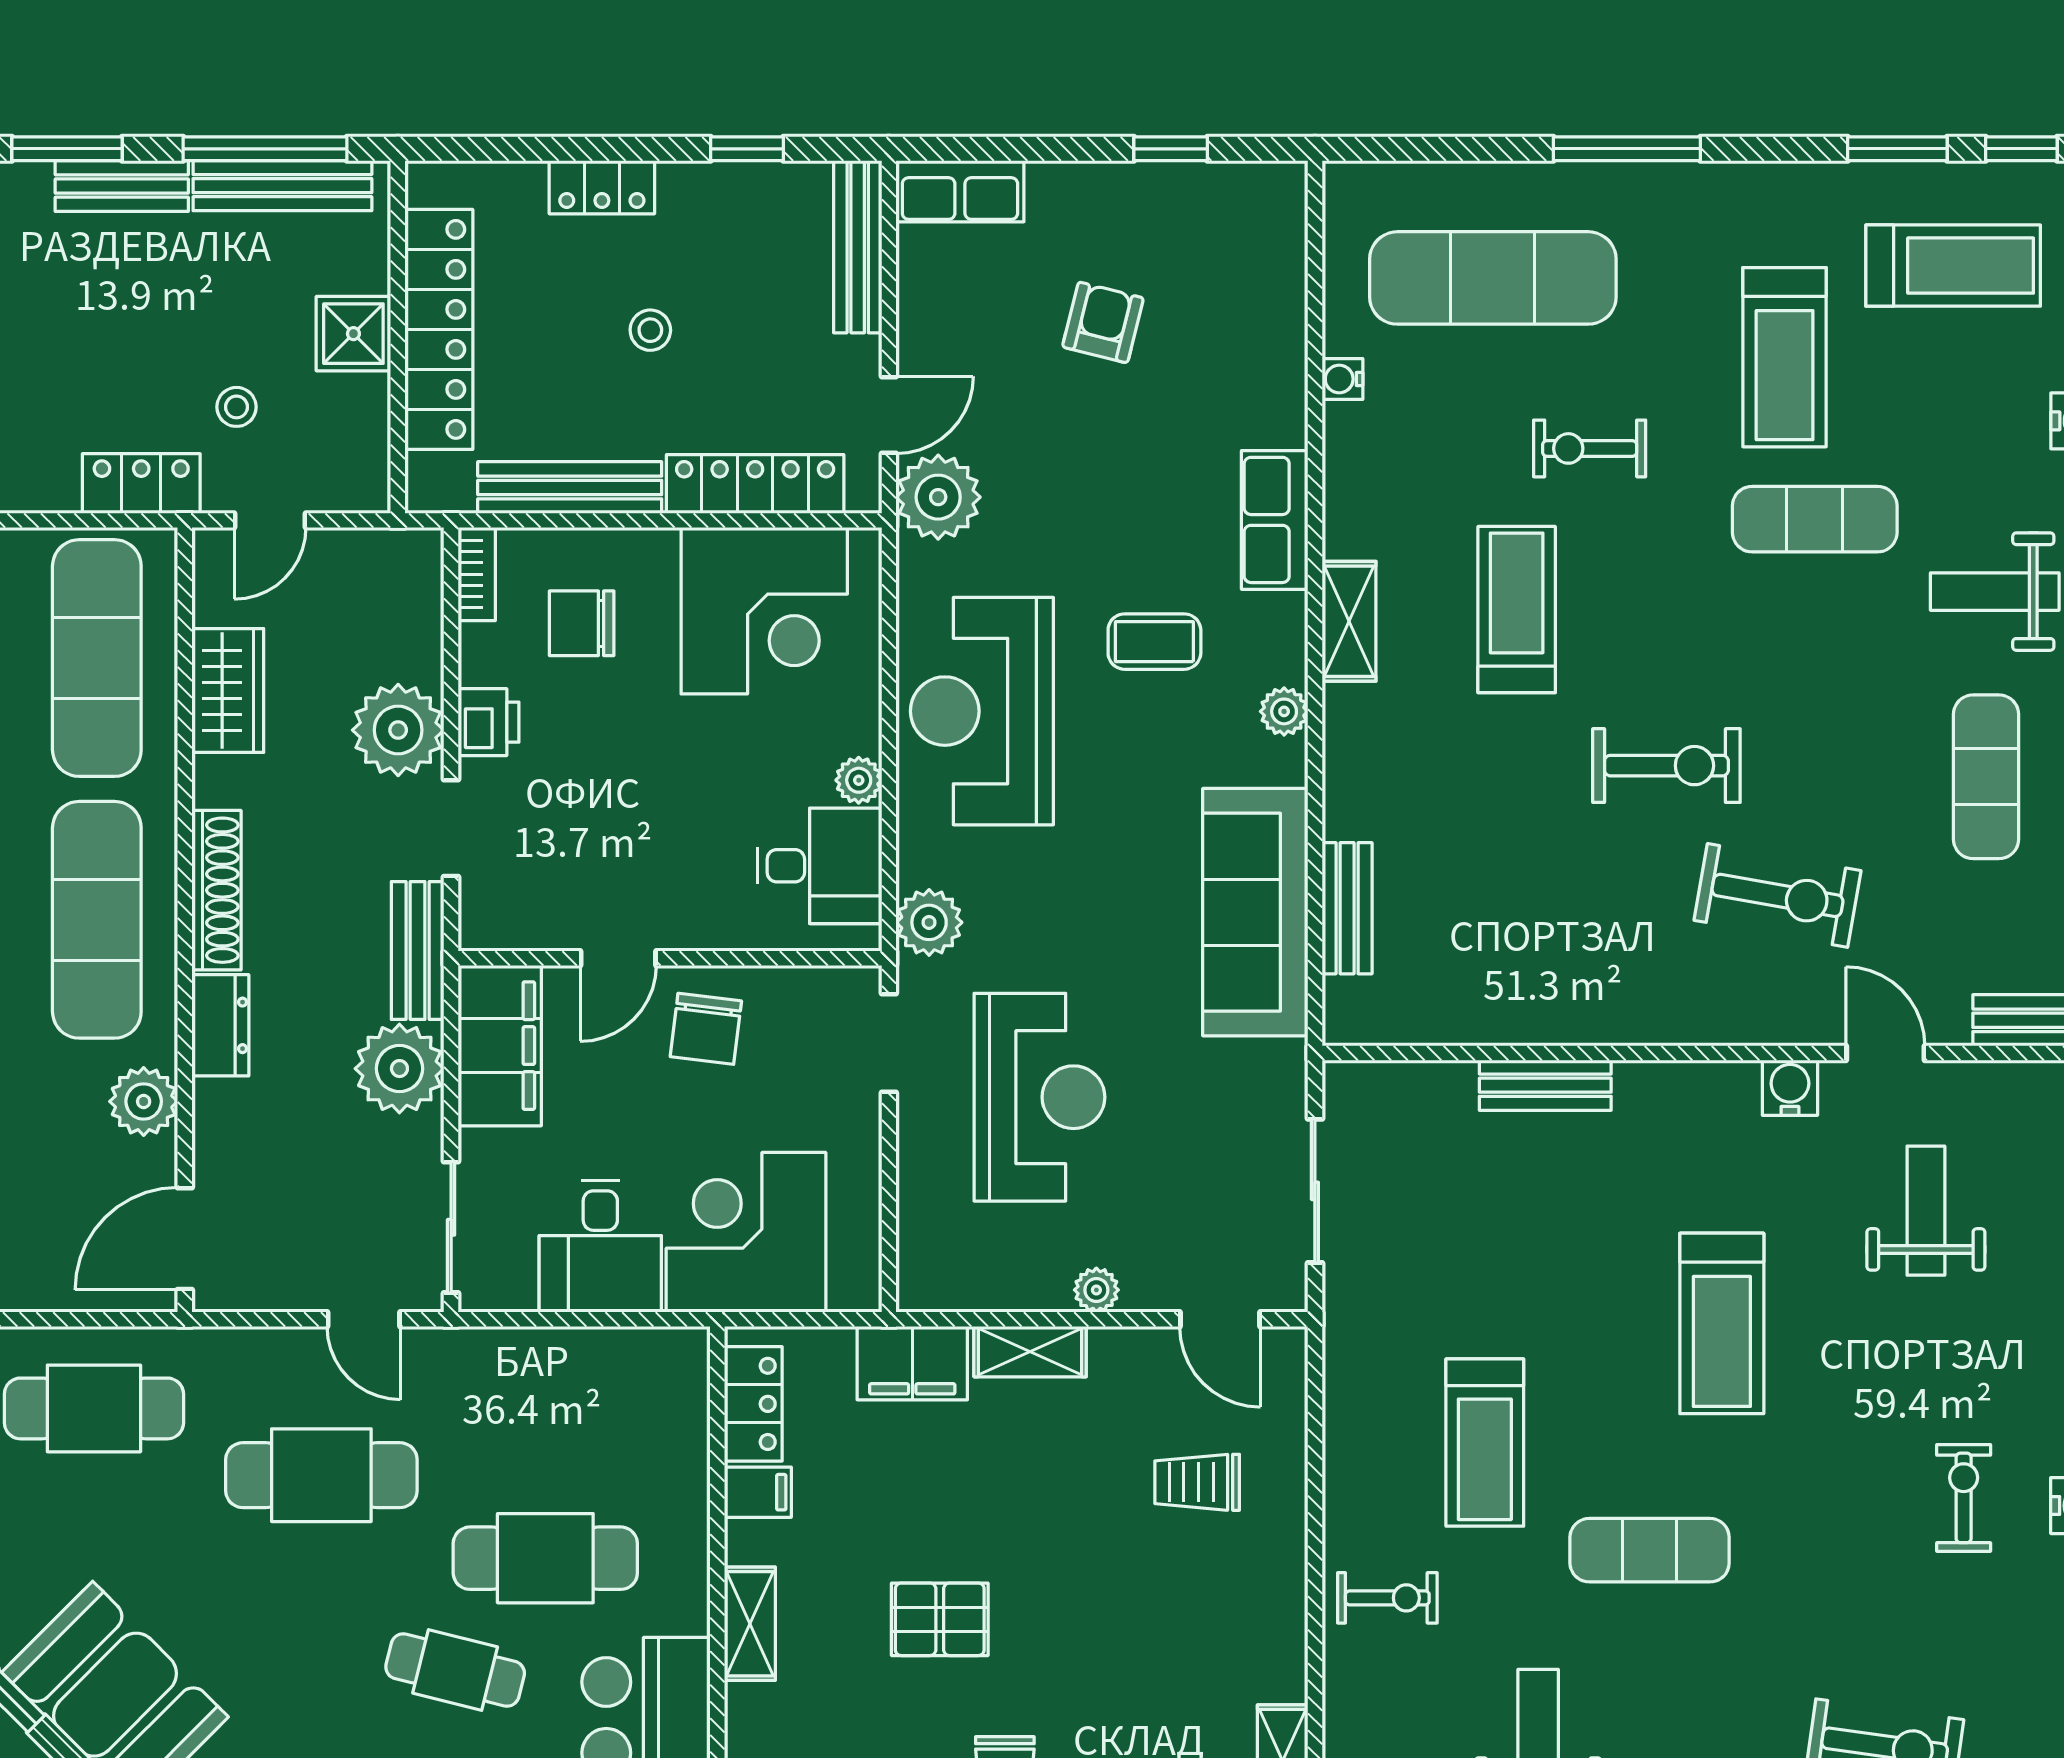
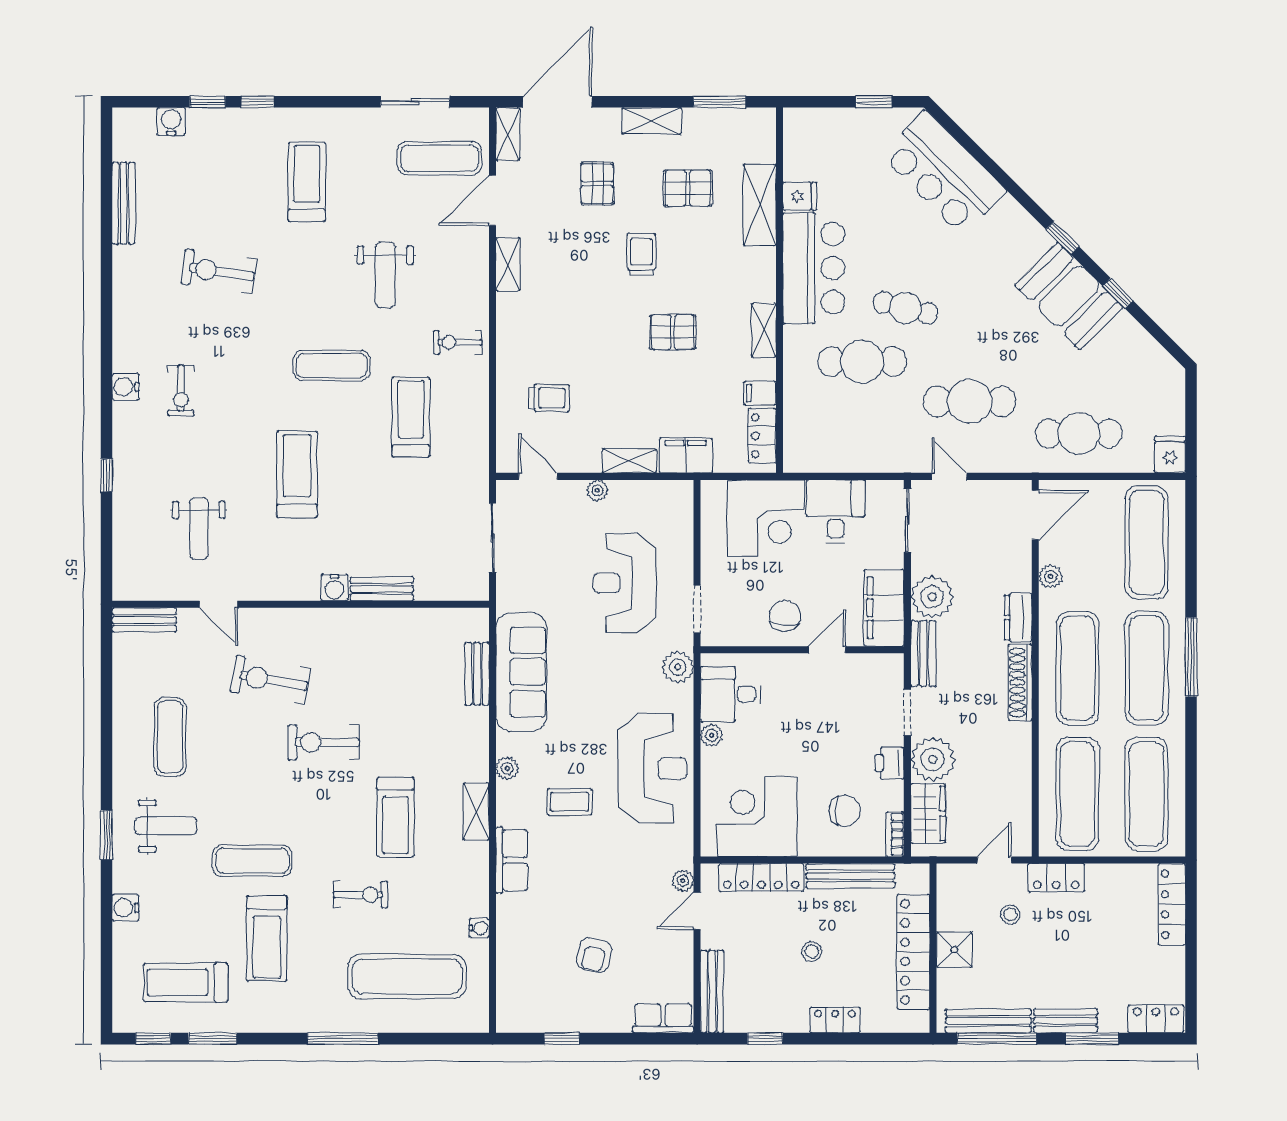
treadmill: (1785, 357) -> (267, 938), turned 180
plant: (938, 497) -> (683, 881), width x0.53, depth x0.53
wardrobe: (228, 690) -> (928, 813), moved, turned 180
water cooler: (1790, 1088) -> (335, 588), moved
plant: (144, 1101) -> (1051, 576), width x0.73, depth x0.73

